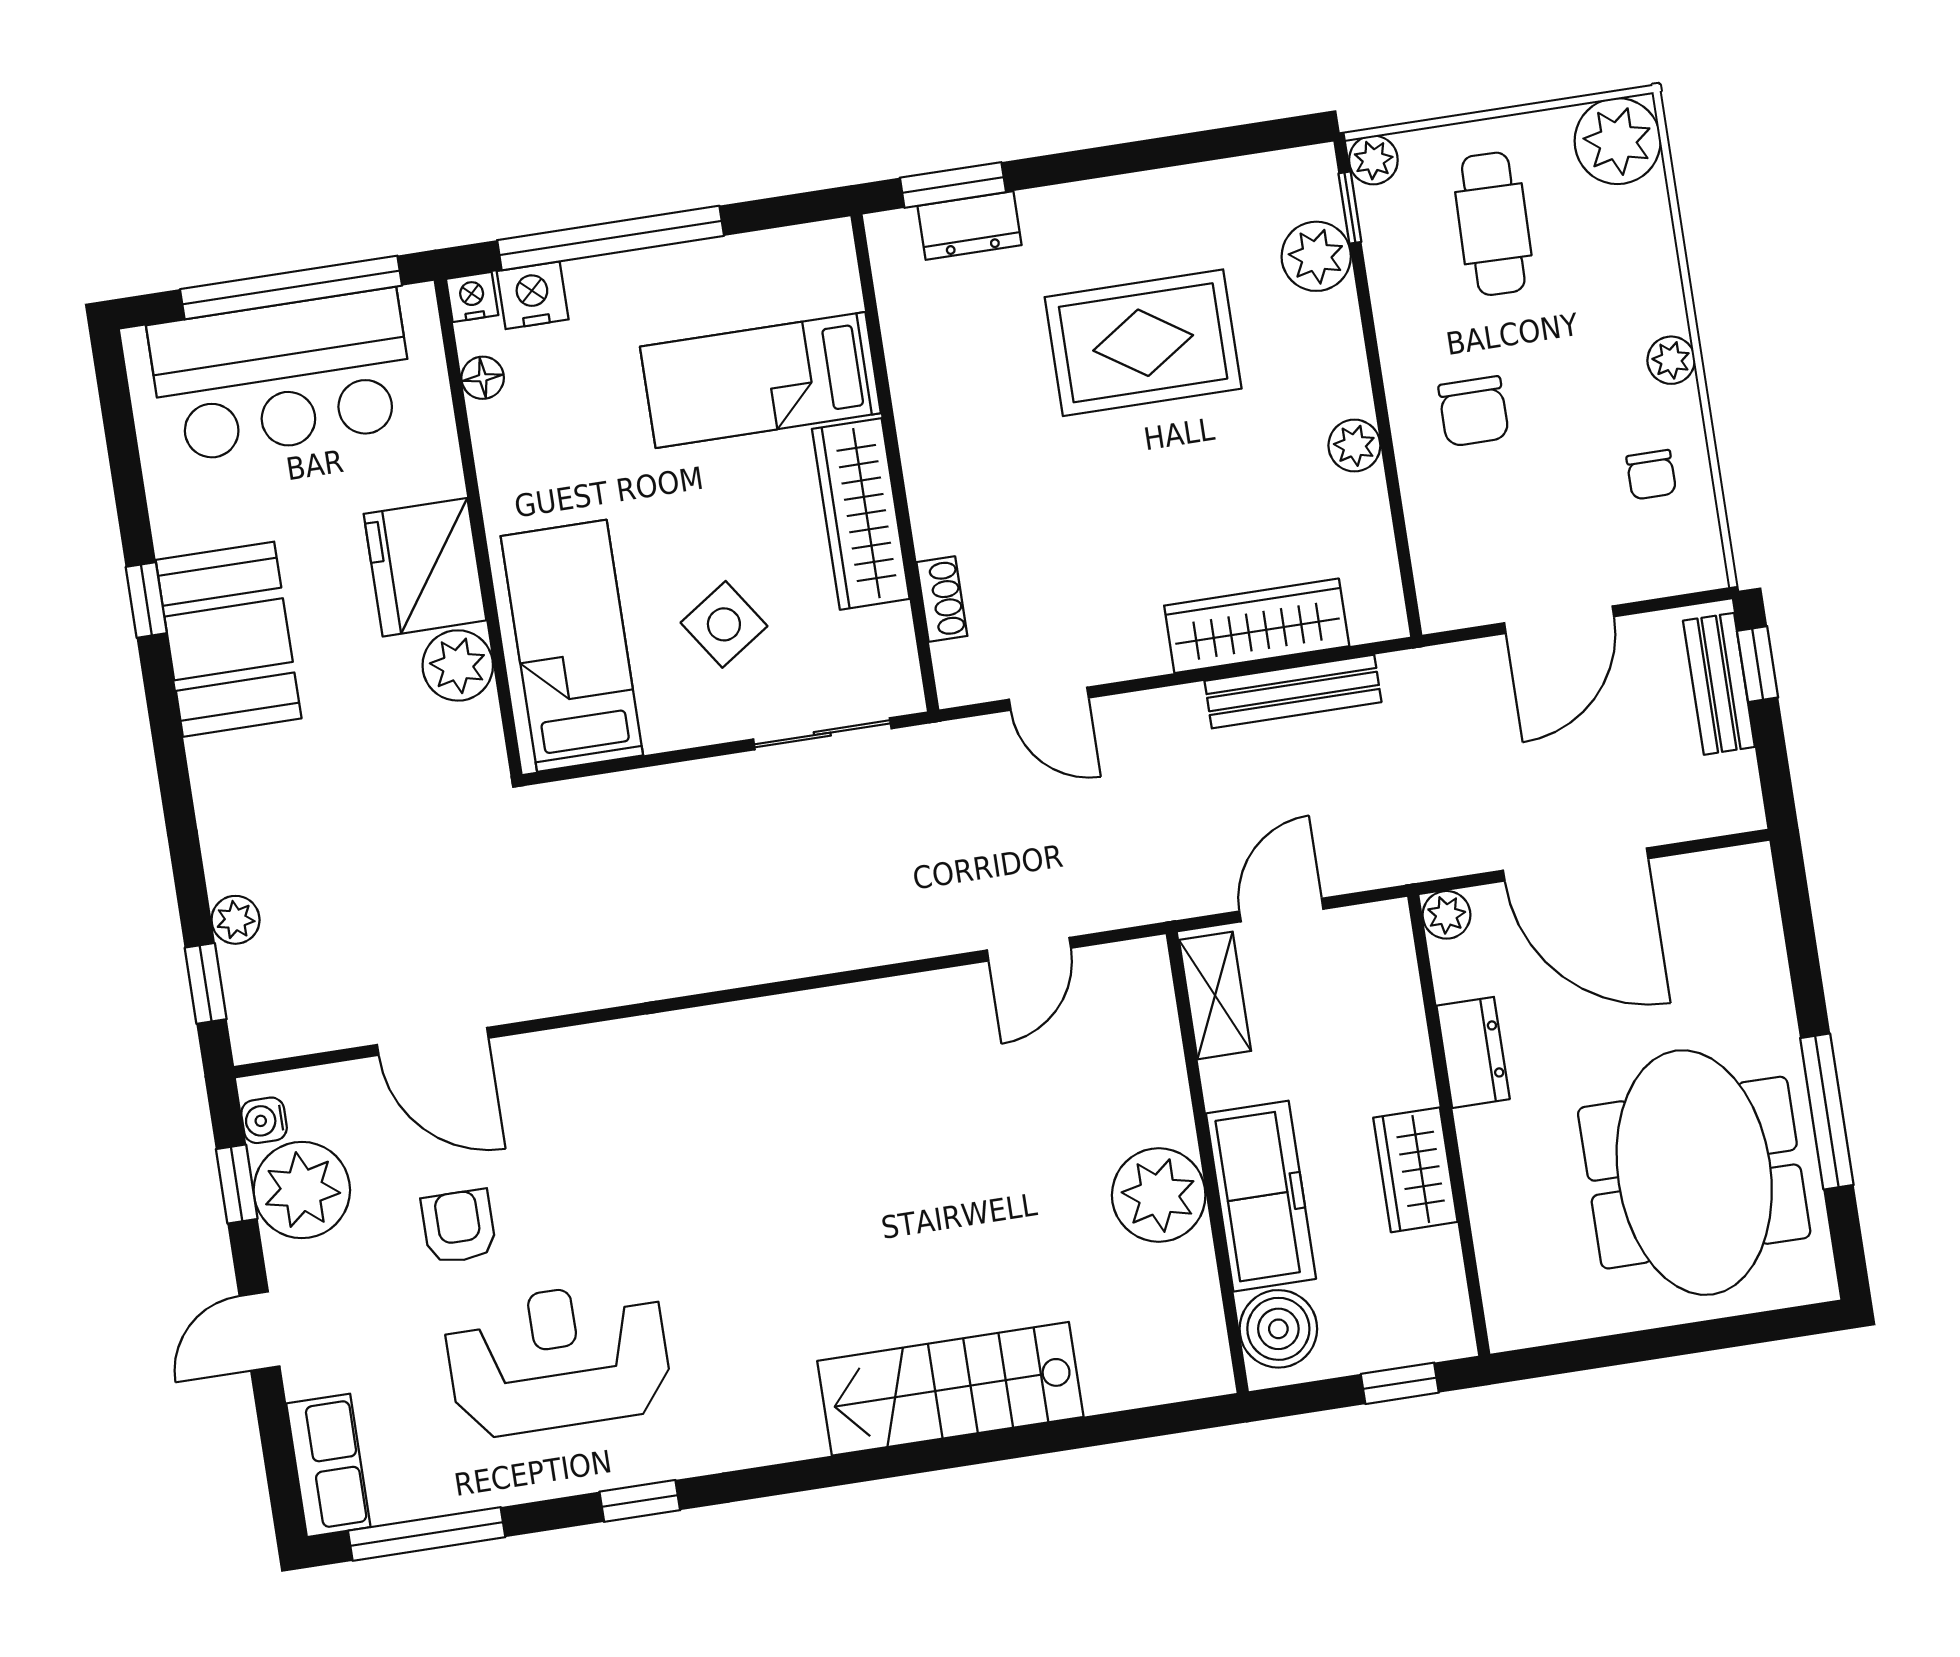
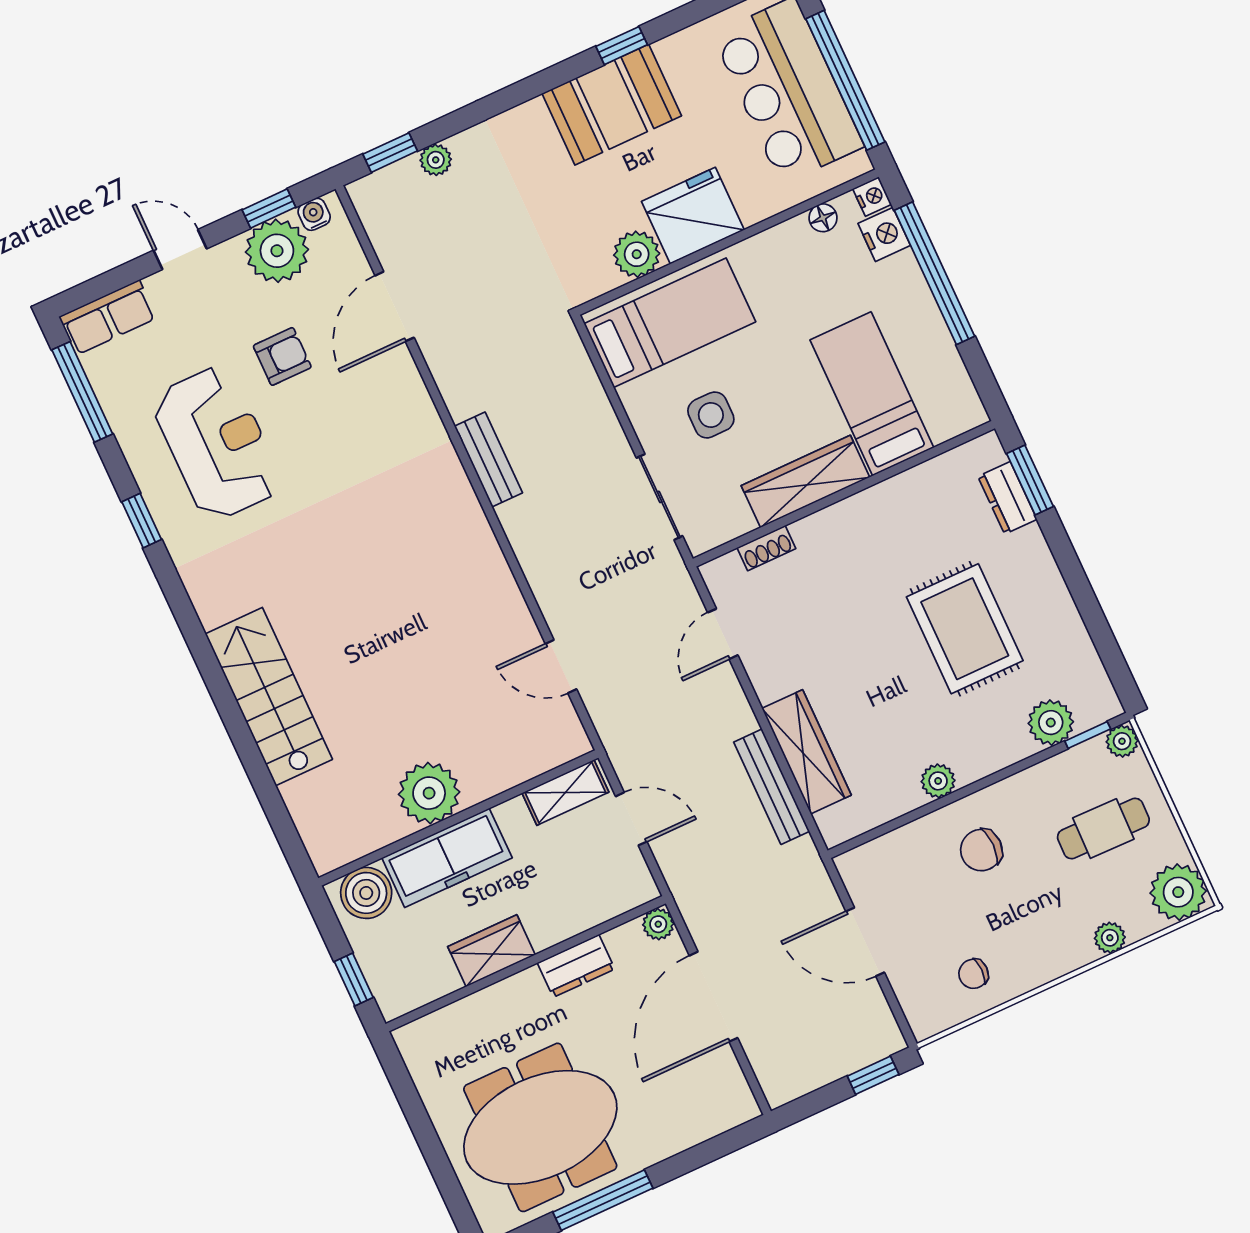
plant: (1671, 360) -> (1110, 938), moved
side table: (724, 624) -> (711, 415), turned 34
bench: (1719, 684) -> (488, 460), moved, turned 90

